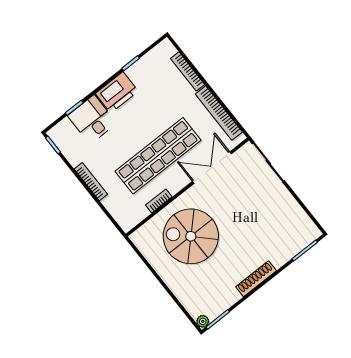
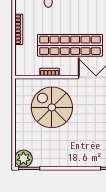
shoe rack: (256, 279) -> (70, 162), removed
plant: (203, 321) -> (23, 159), width x1.88, depth x1.88

